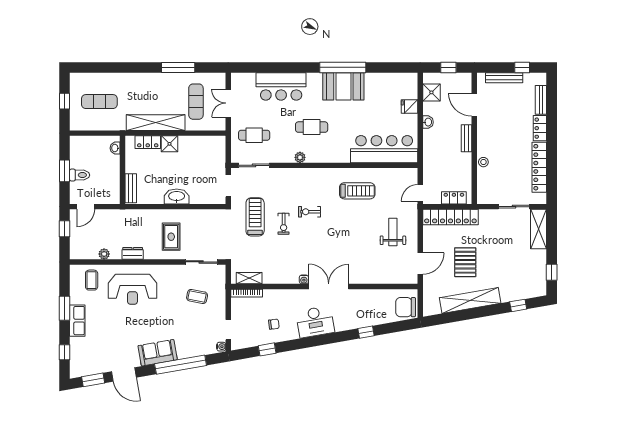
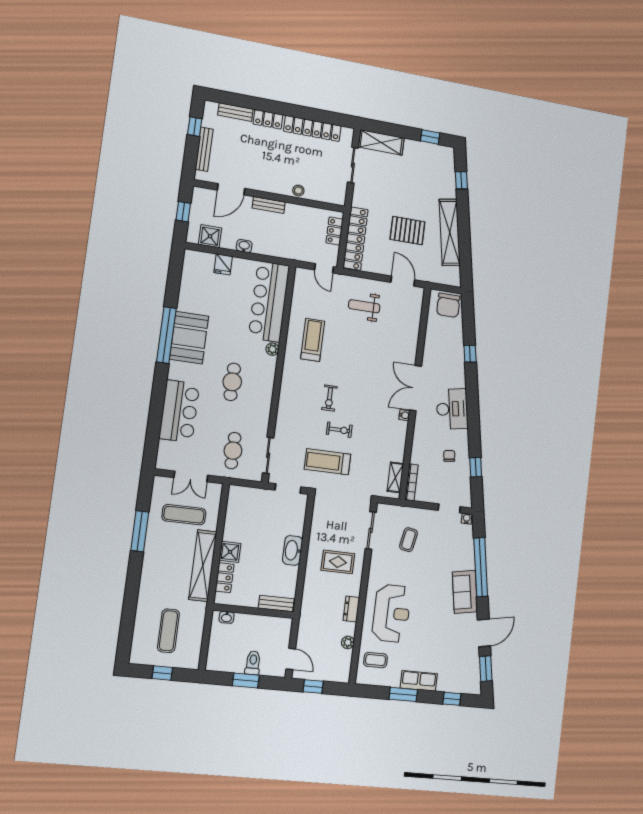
plant: (300, 157) -> (272, 349), moved

